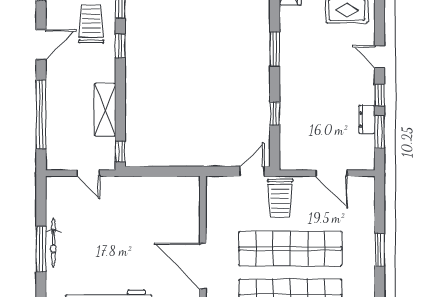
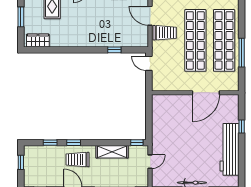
trolley: (91, 24) -> (78, 160), moved
window: (275, 49) -> (76, 50), removed
door: (332, 173) -> (150, 16), swing flipped
trolley: (280, 198) -> (165, 33), moved

